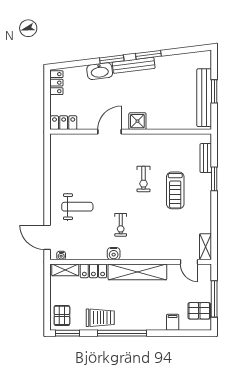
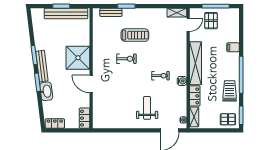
shower: (137, 121) -> (78, 58), width x1.86, depth x1.86
pallet: (199, 311) -> (211, 21), moved
filing cabinet: (173, 322) -> (233, 47), moved

